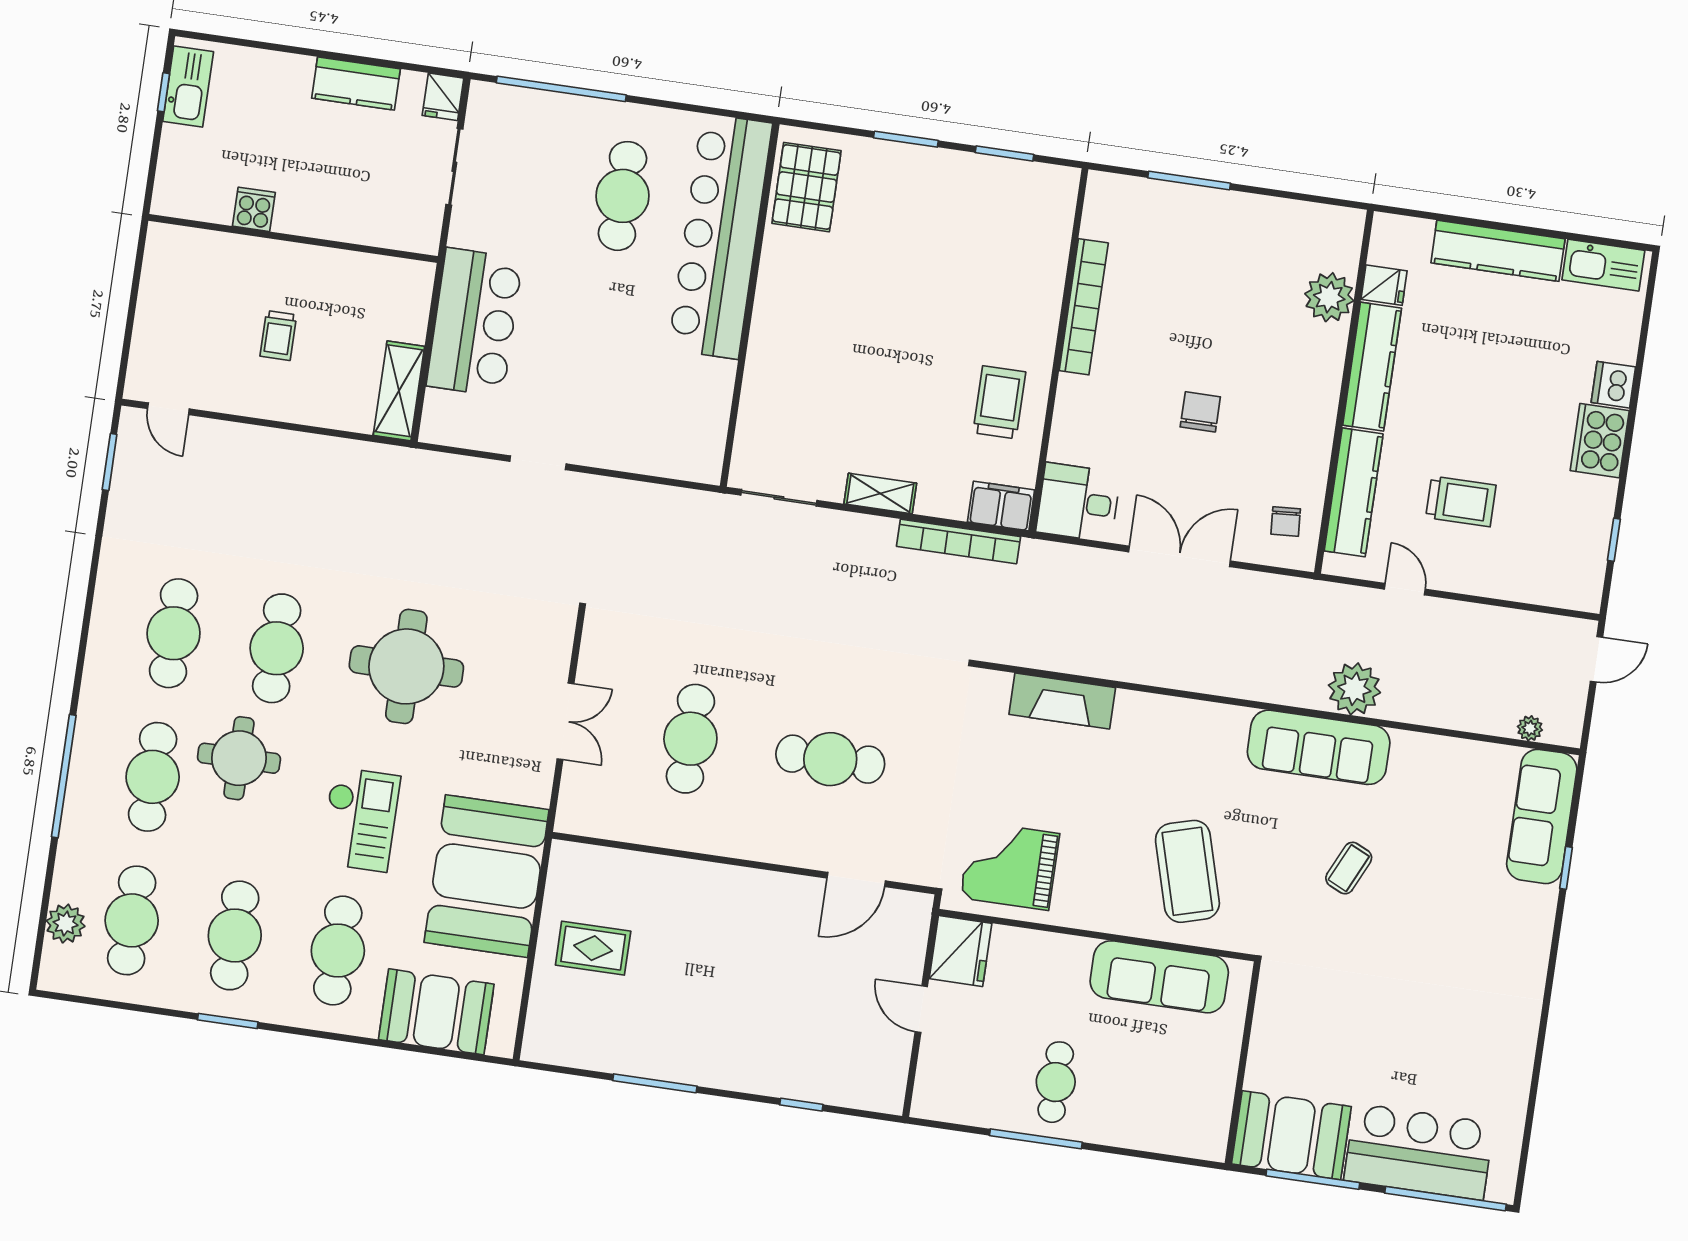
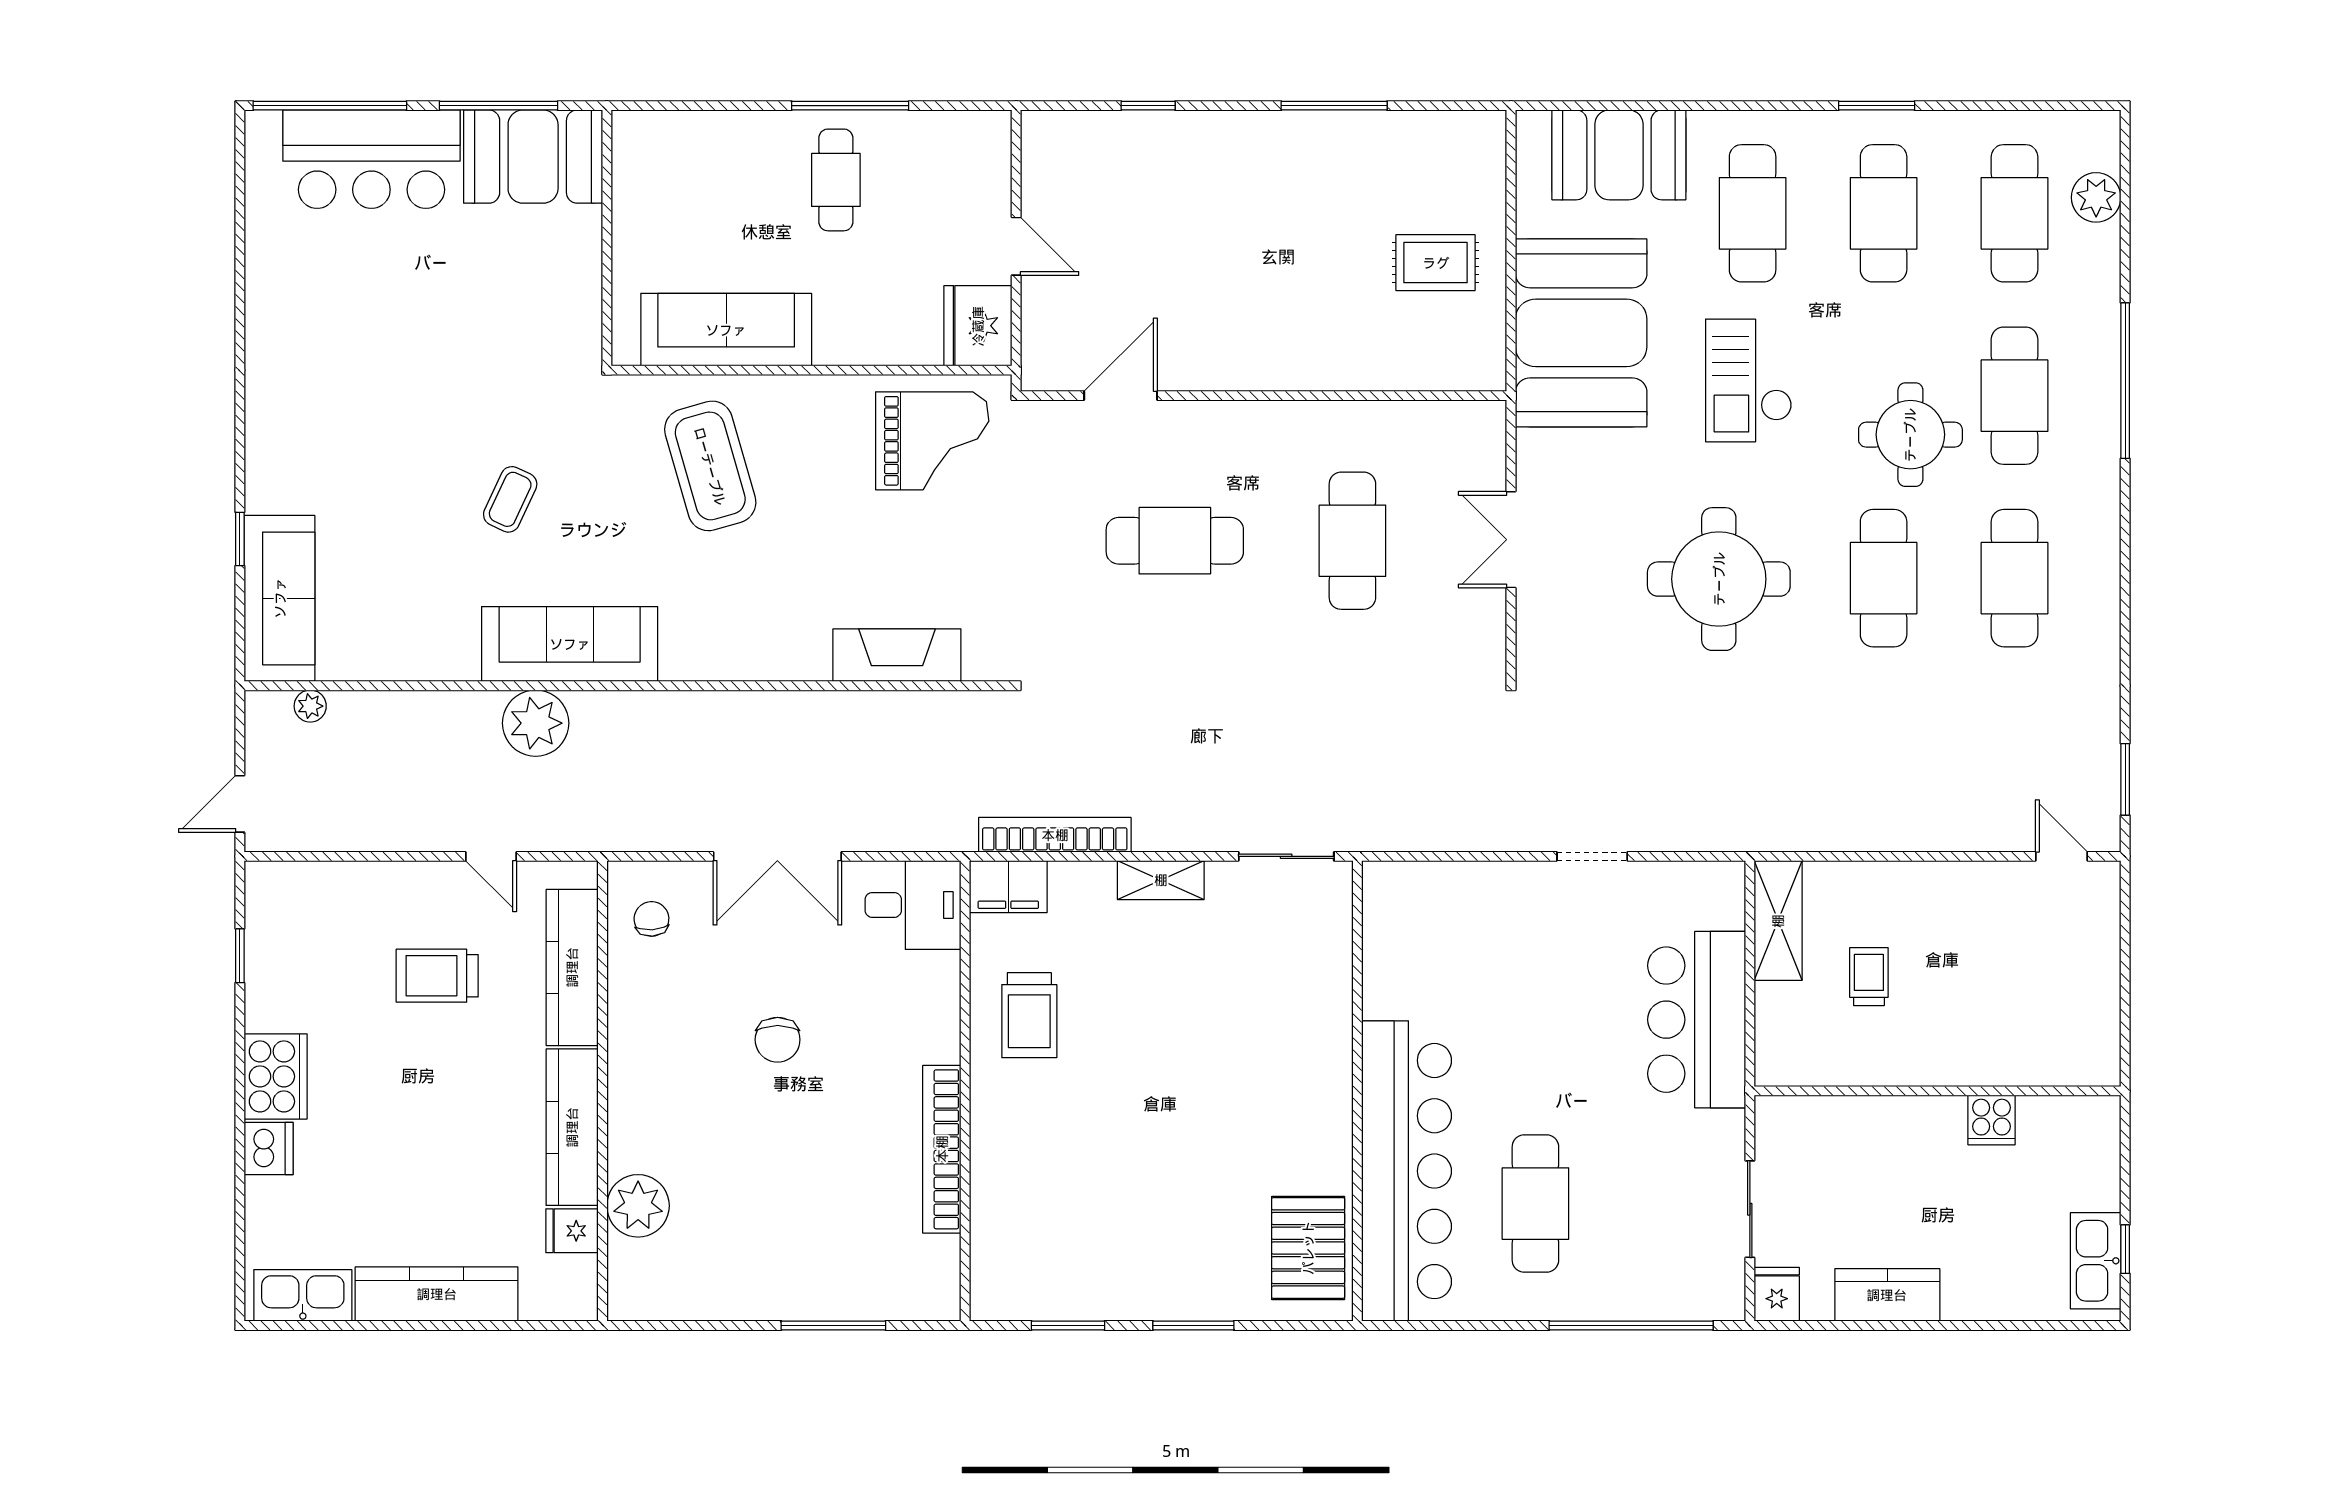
trolley: (278, 335) -> (1869, 977), moved

